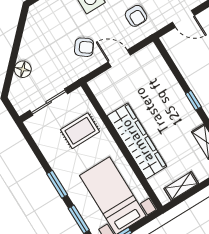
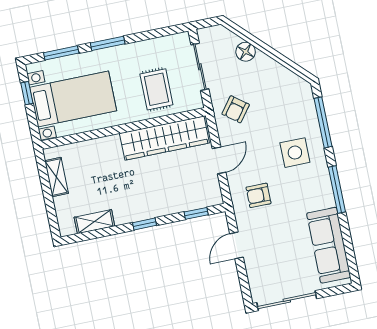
armchair: (84, 47) -> (236, 109), moved
window: (169, 61) -> (196, 213), added
wardrobe: (137, 141) -> (164, 138), moved

